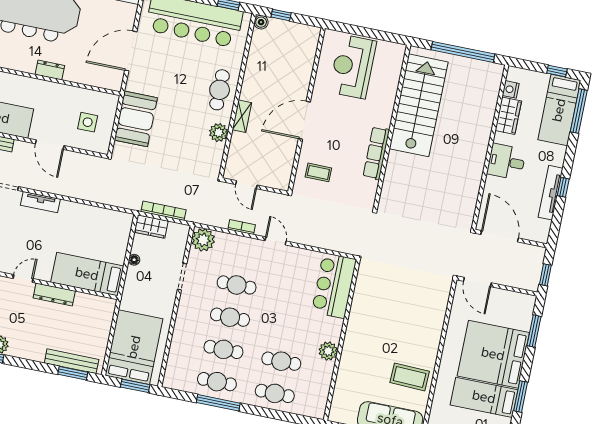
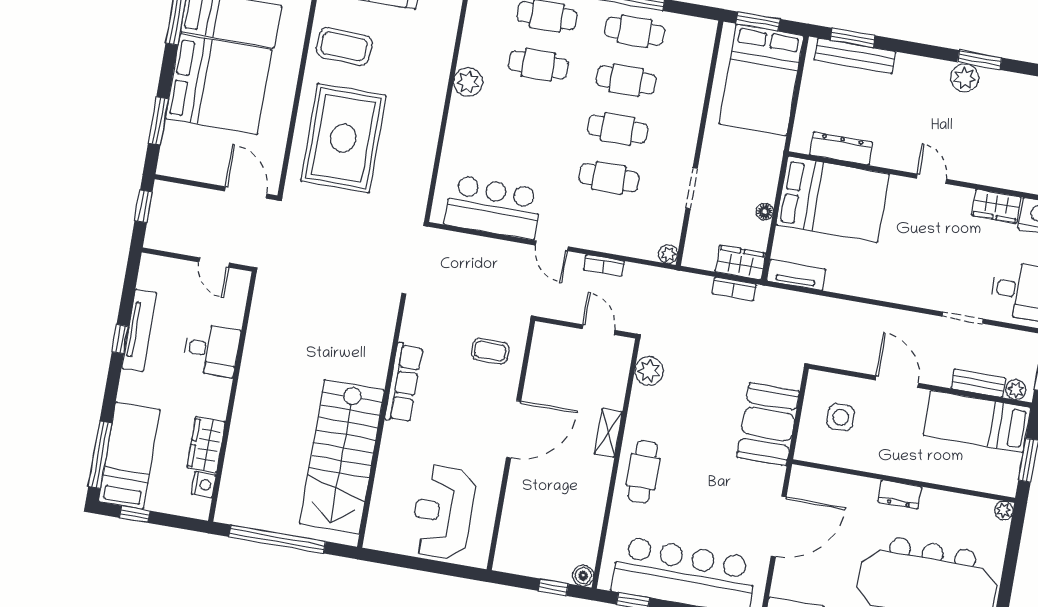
reception desk: (353, 67) -> (443, 512), turned 180
plant: (219, 133) -> (649, 371), moved
desk: (506, 162) -> (212, 350), moved
tv unit: (40, 202) -> (796, 275), moved
bookcase: (163, 211) -> (734, 289), width x0.64
door: (500, 236) -> (214, 262), width x0.53
plant: (203, 240) -> (668, 254), width x0.53, depth x0.53
bed: (87, 274) -> (833, 199), width x1.50
door: (23, 278) -> (931, 179), swing flipped
bar counter: (334, 286) -> (493, 207), moved, turned -90
dresser: (54, 294) -> (841, 148), moved
rug: (412, 316) -> (343, 138), added

